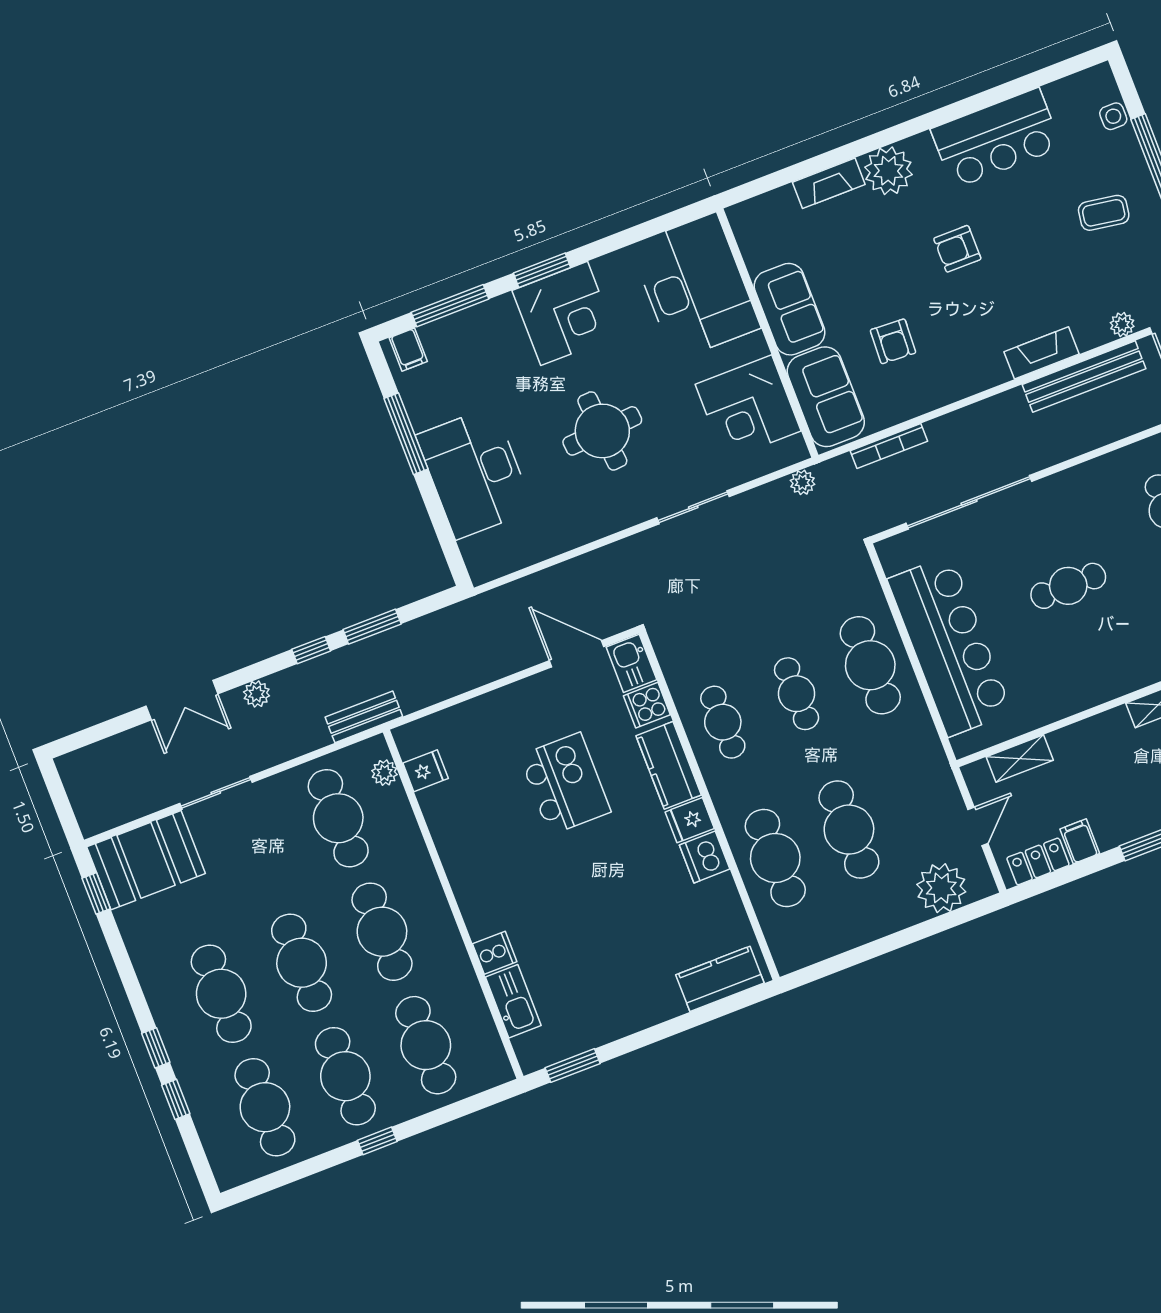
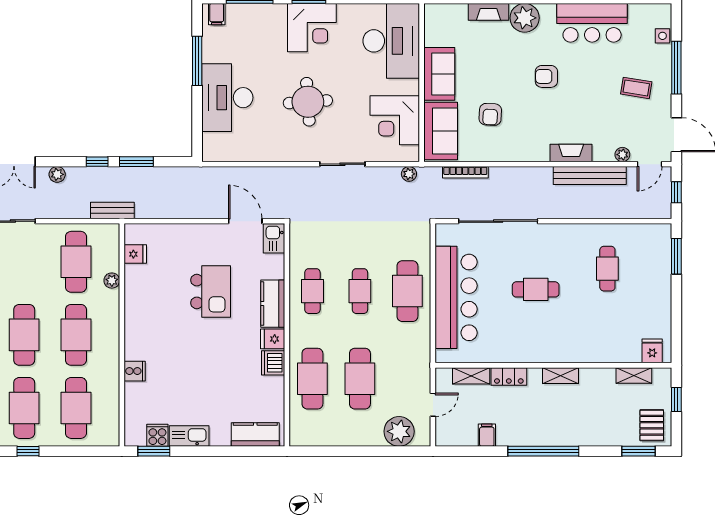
cooker: (647, 705) -> (157, 435), moved, turned 90
plant: (385, 773) -> (112, 281), moved
locker: (1038, 861) -> (509, 377), moved, turned 180
kitchen sink: (513, 1001) -> (189, 436), moved, turned -90

